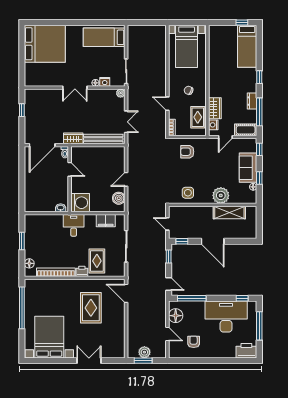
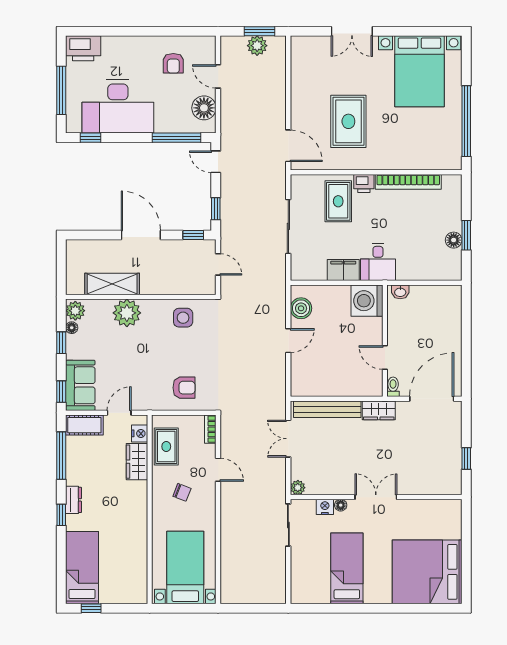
bed: (104, 37) -> (347, 568), moved, turned -90
dresser: (252, 101) -> (73, 500), moved
sofa: (248, 168) -> (80, 385), moved
plant: (251, 197) -> (75, 311), added
filing cabinet: (106, 221) -> (343, 270), moved
floor lamp: (29, 263) -> (454, 240), moved

